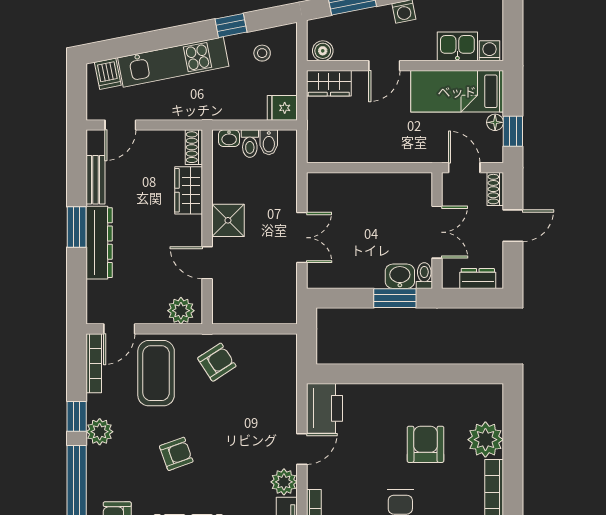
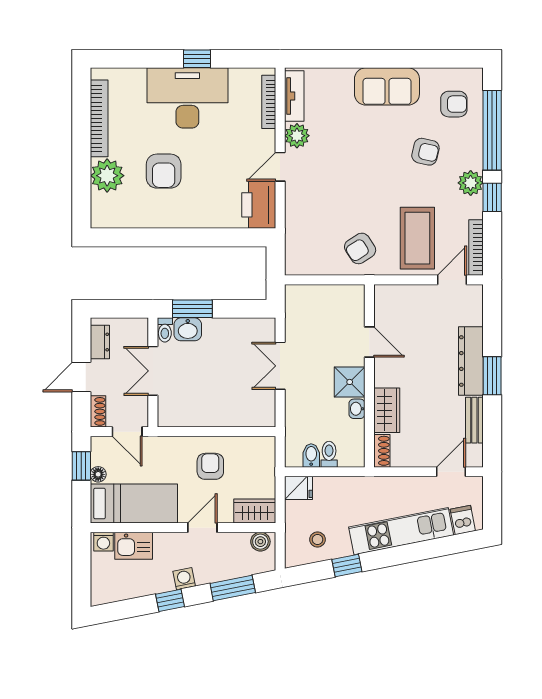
armchair: (376, 131) -> (210, 466), added
washbasin: (229, 138) -> (357, 409), moved, turned -90
dresser: (478, 279) -> (100, 342), moved, turned -90
plant: (181, 311) -> (394, 297), removed
armchair: (176, 454) -> (425, 152), moved, turned -147

